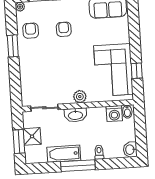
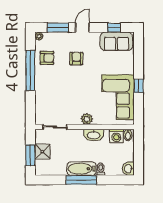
armchair: (31, 31) -> (47, 58), turned 90
window: (13, 46) -> (30, 70), width x2.11
window: (137, 71) -> (139, 86), moved
washbasin: (75, 115) -> (94, 135), moved
bathtub: (64, 154) -> (81, 169), moved

